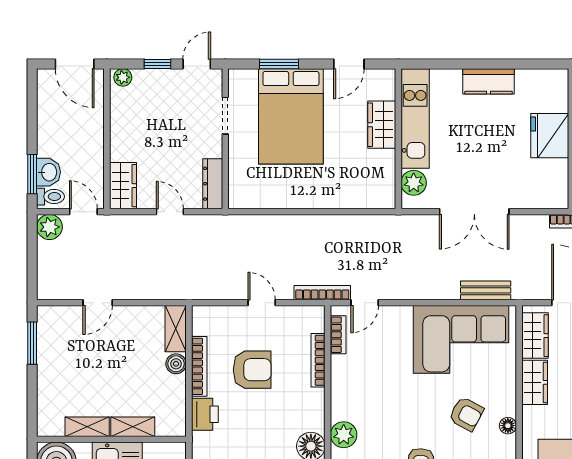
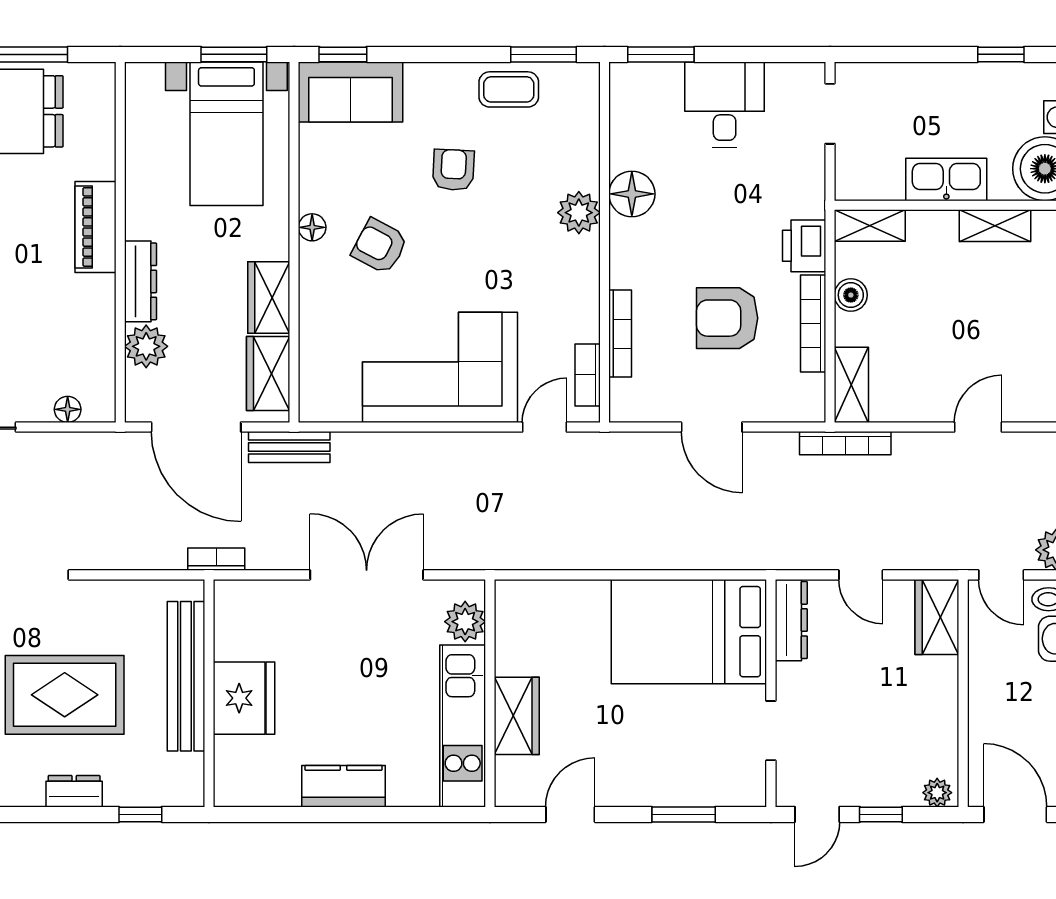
bed: (291, 116) -> (689, 632), moved, turned -90
bench: (486, 290) -> (289, 447), moved
bookcase: (322, 293) -> (845, 443), moved
door: (262, 303) -> (712, 427), width x1.38
corner sofa: (461, 339) -> (440, 367), moved
boiler: (176, 364) -> (851, 295), moved
shelving: (133, 427) -> (870, 226), moved

